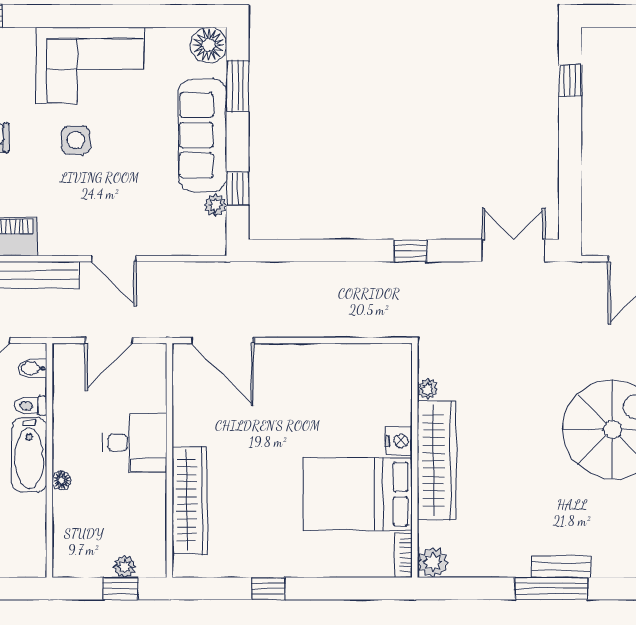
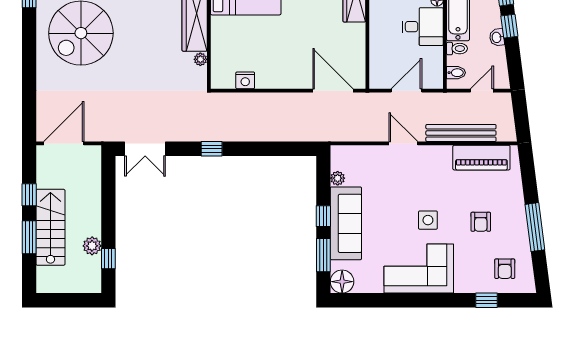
plant: (595, 100) -> (92, 246), added
window: (238, 189) -> (323, 216), moved
nightstand: (399, 441) -> (245, 80), moved, turned -90
desk: (135, 443) -> (423, 27), moved, turned 180

